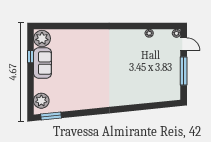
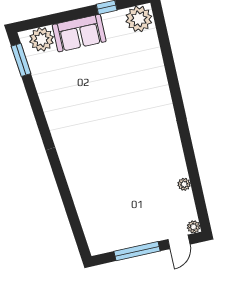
sofa: (43, 63) -> (79, 33), moved

